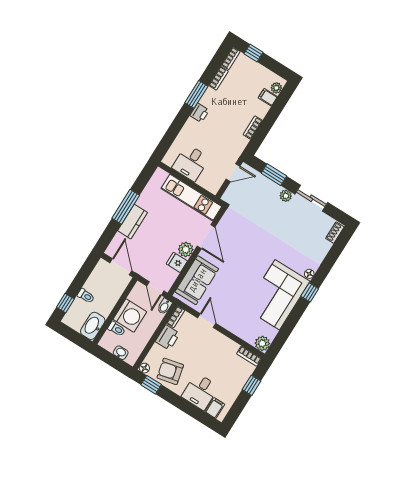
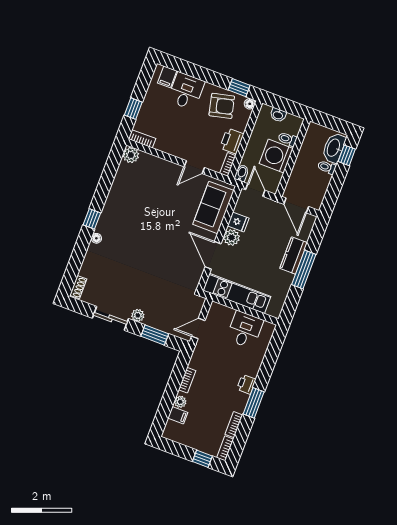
plant: (276, 88) -> (180, 402), moved
corner sofa: (277, 295) -> (125, 209), removed
door: (207, 321) -> (194, 167), hinge flipped
washbasin: (93, 326) -> (334, 148), moved, turned 180

